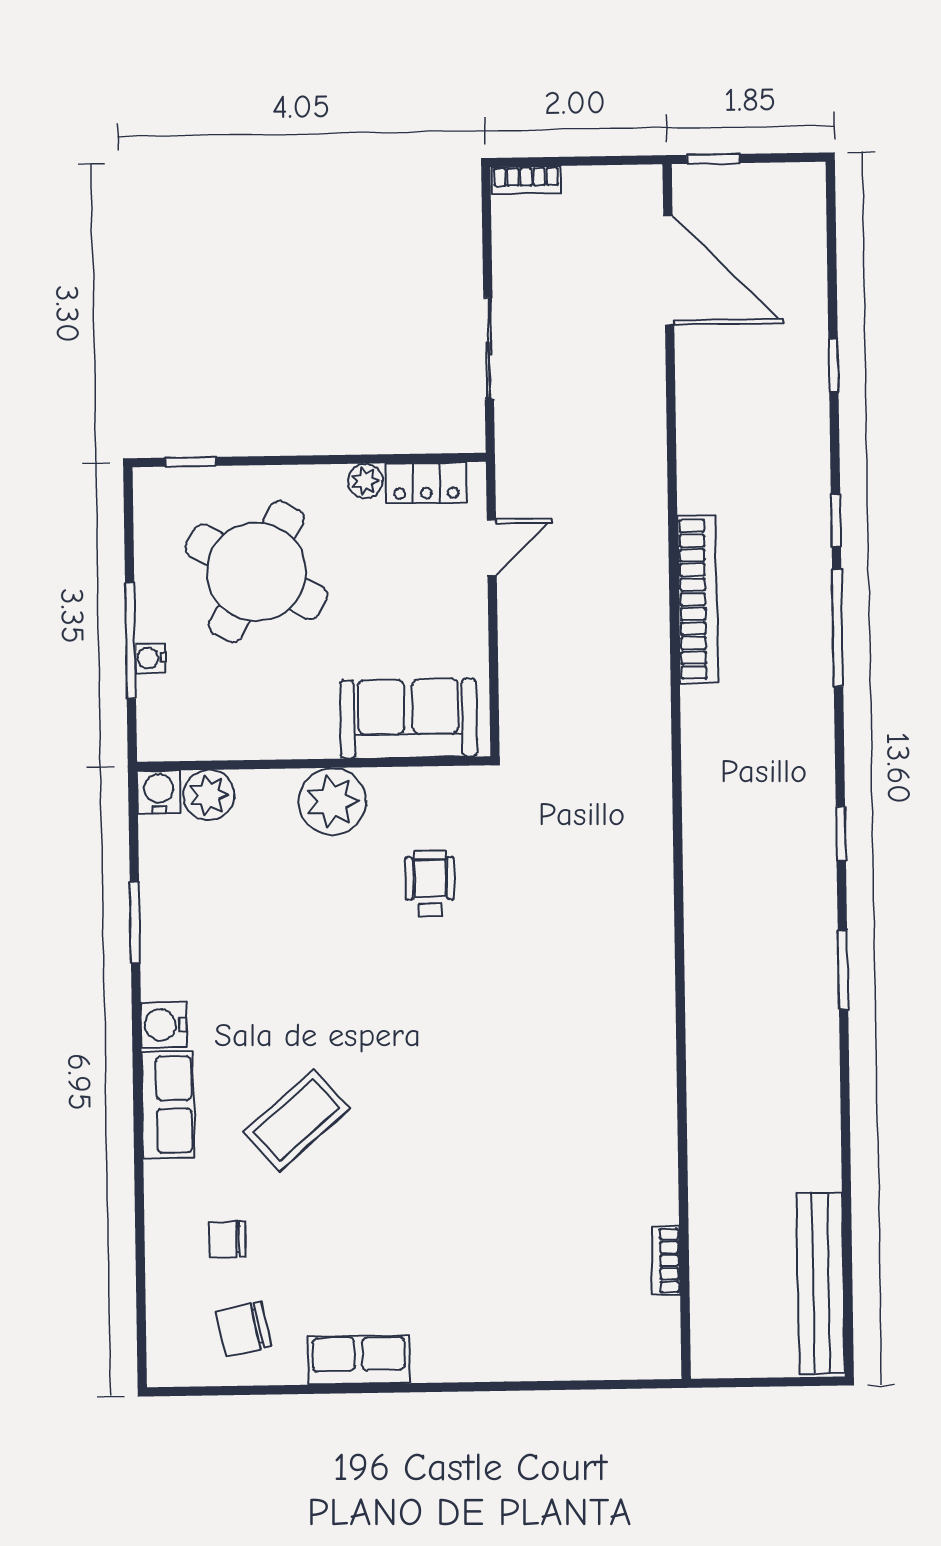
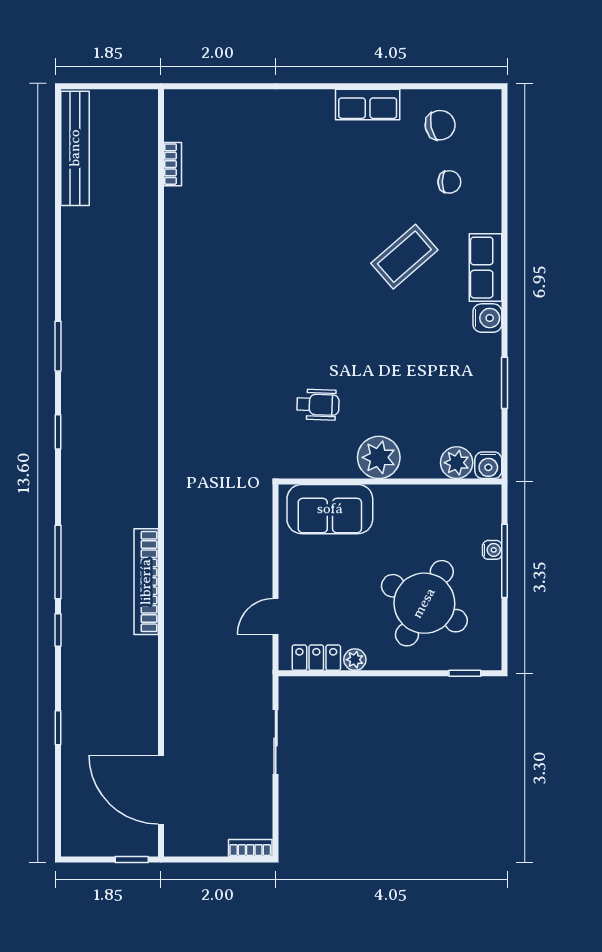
wheelchair: (430, 884) -> (318, 405), turned -88

